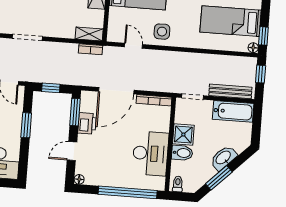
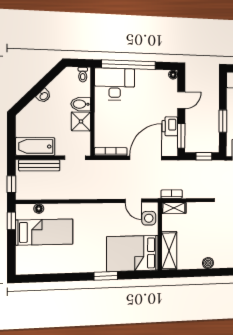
side table: (162, 32) -> (149, 218), moved
floor lamp: (253, 48) -> (39, 209), moved
desk: (150, 153) -> (115, 84), moved, turned 90
washbasin: (223, 158) -> (44, 96), width x0.52, depth x0.69
window: (219, 178) -> (44, 82), removed

